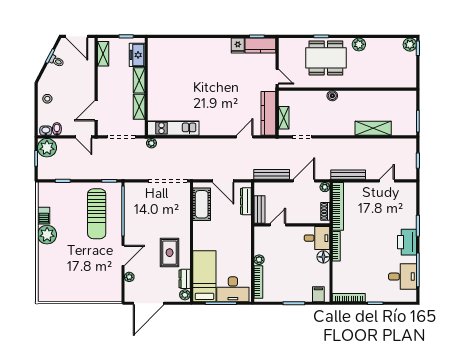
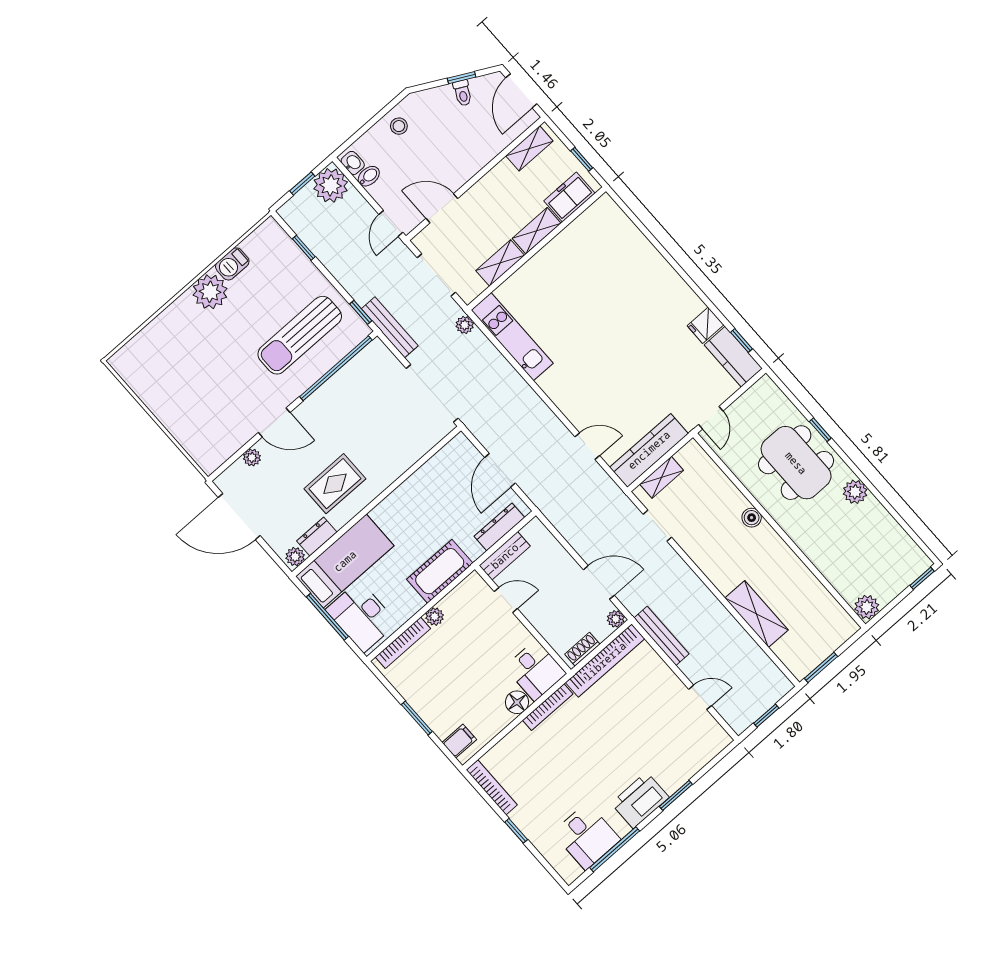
plant: (410, 45) -> (867, 607), moved
bench: (272, 174) -> (390, 327), moved
cot: (202, 204) -> (440, 571), moved

